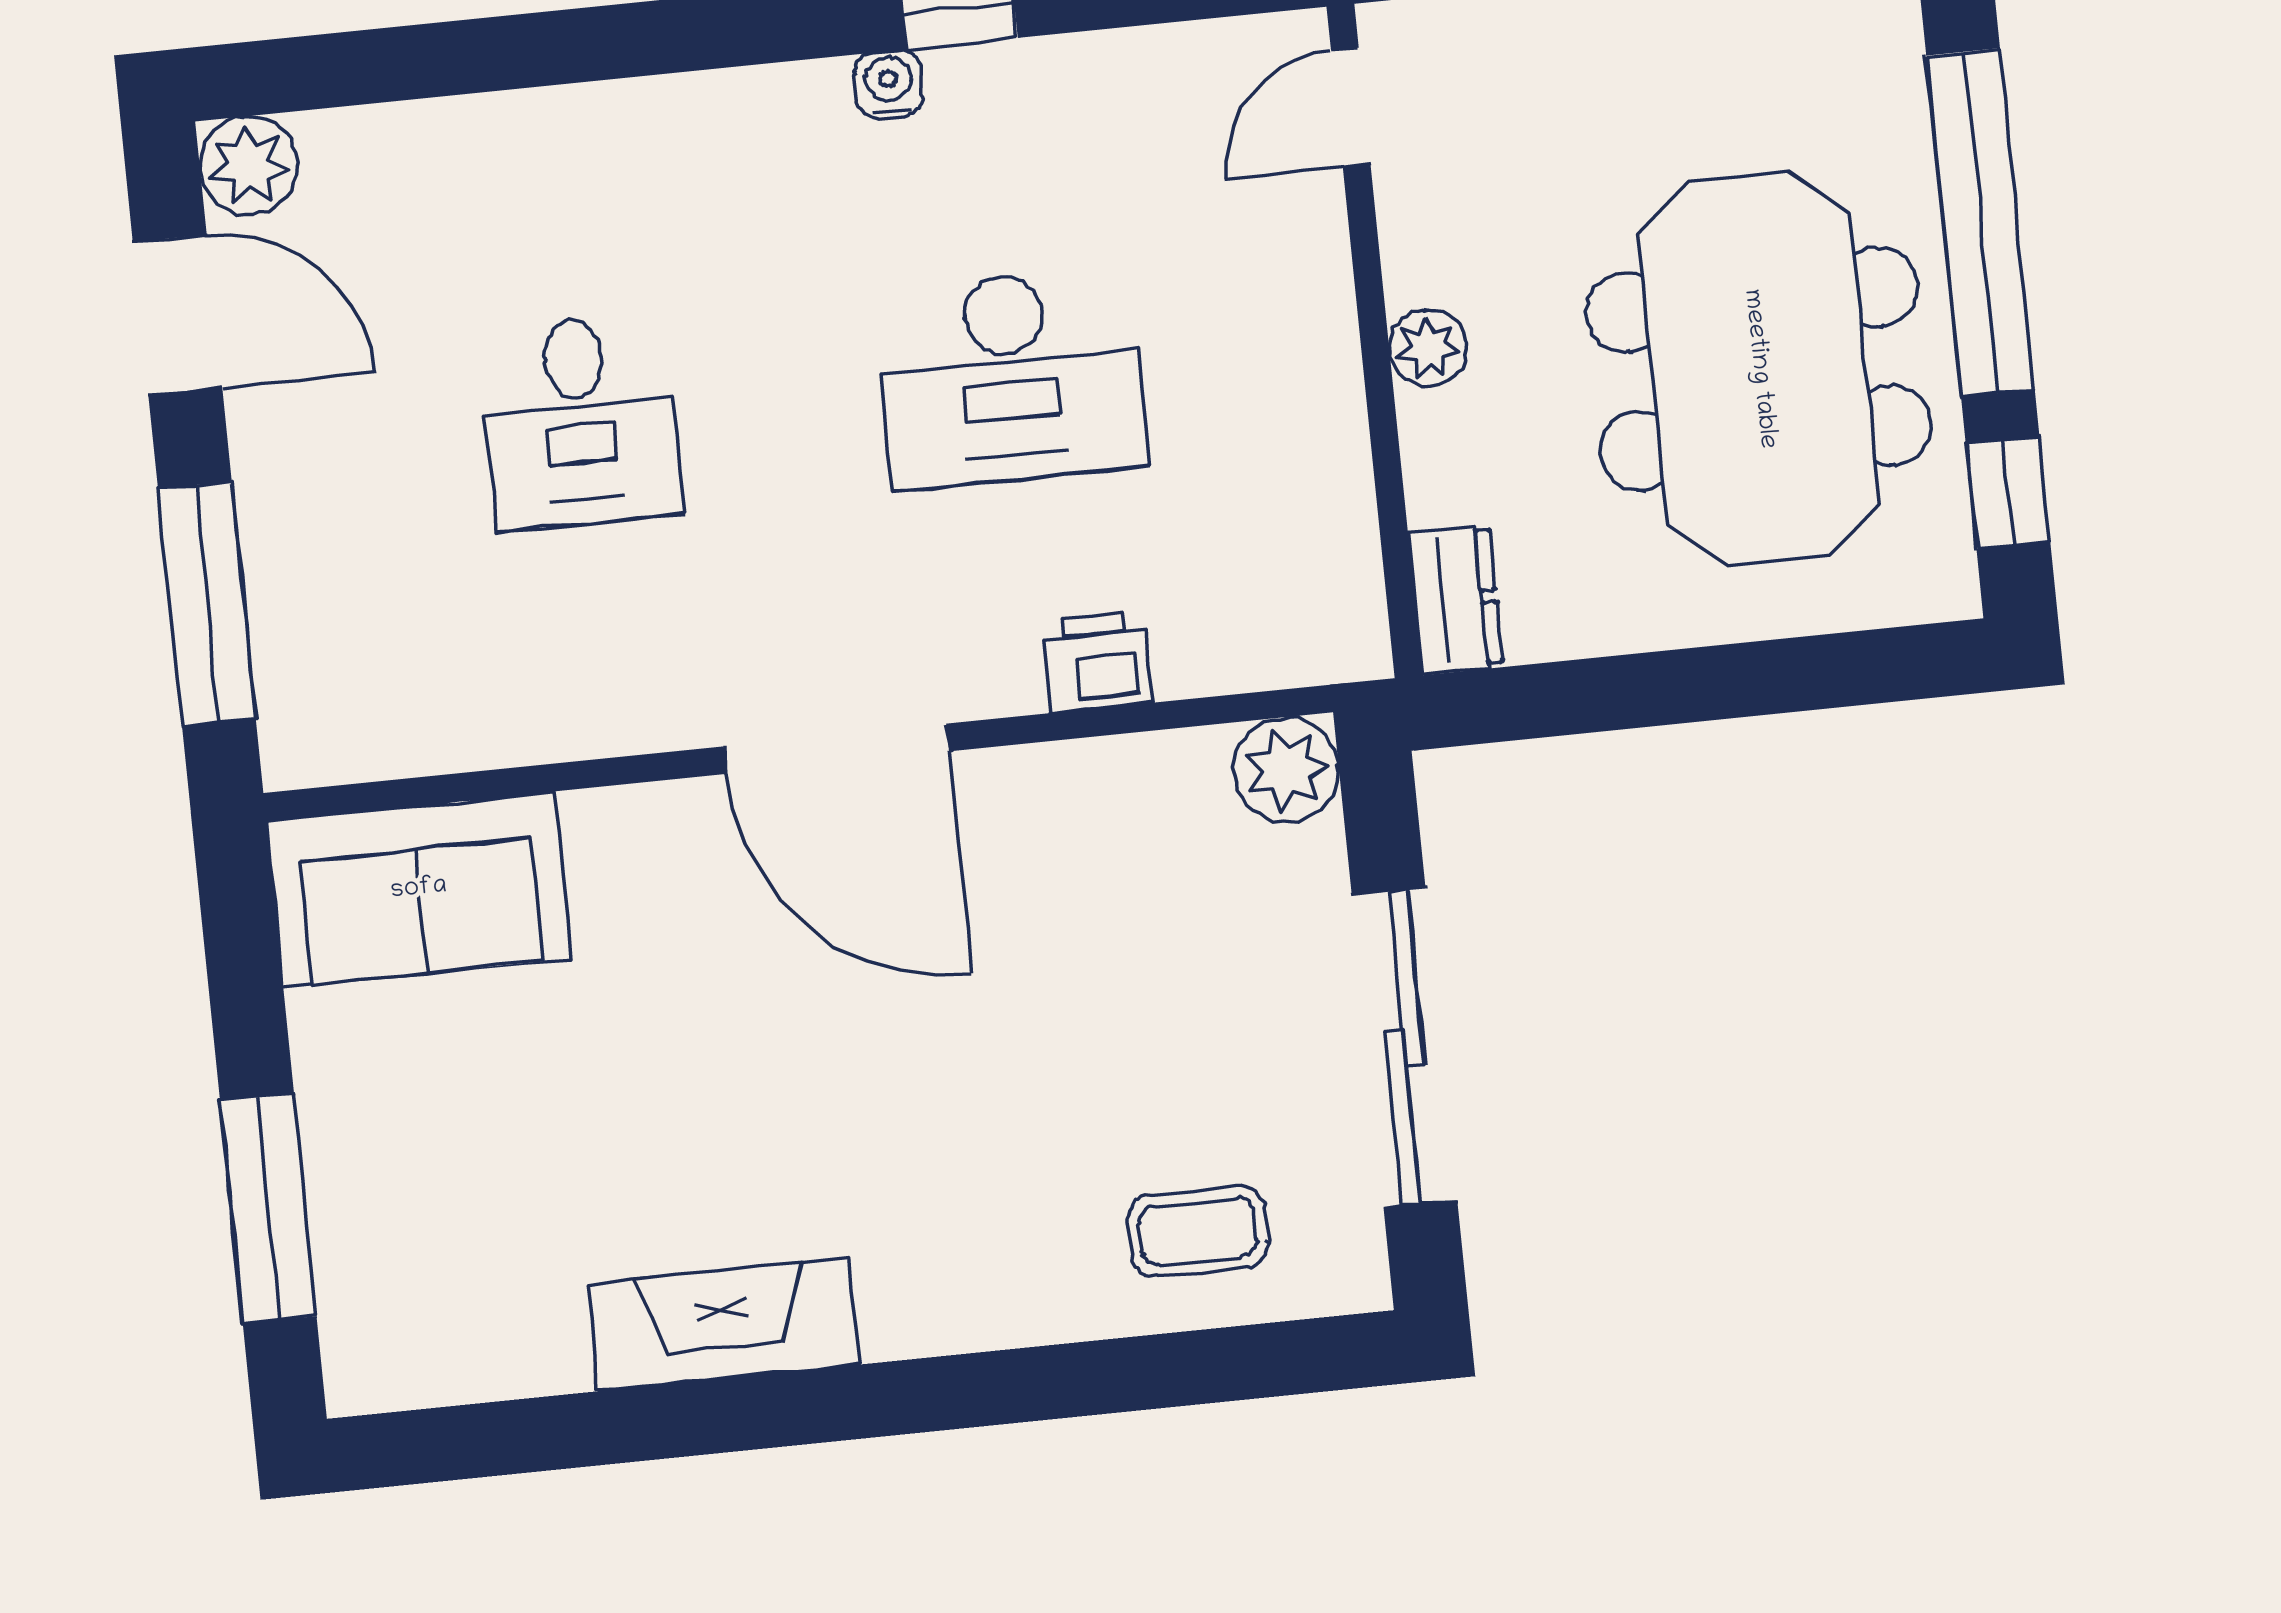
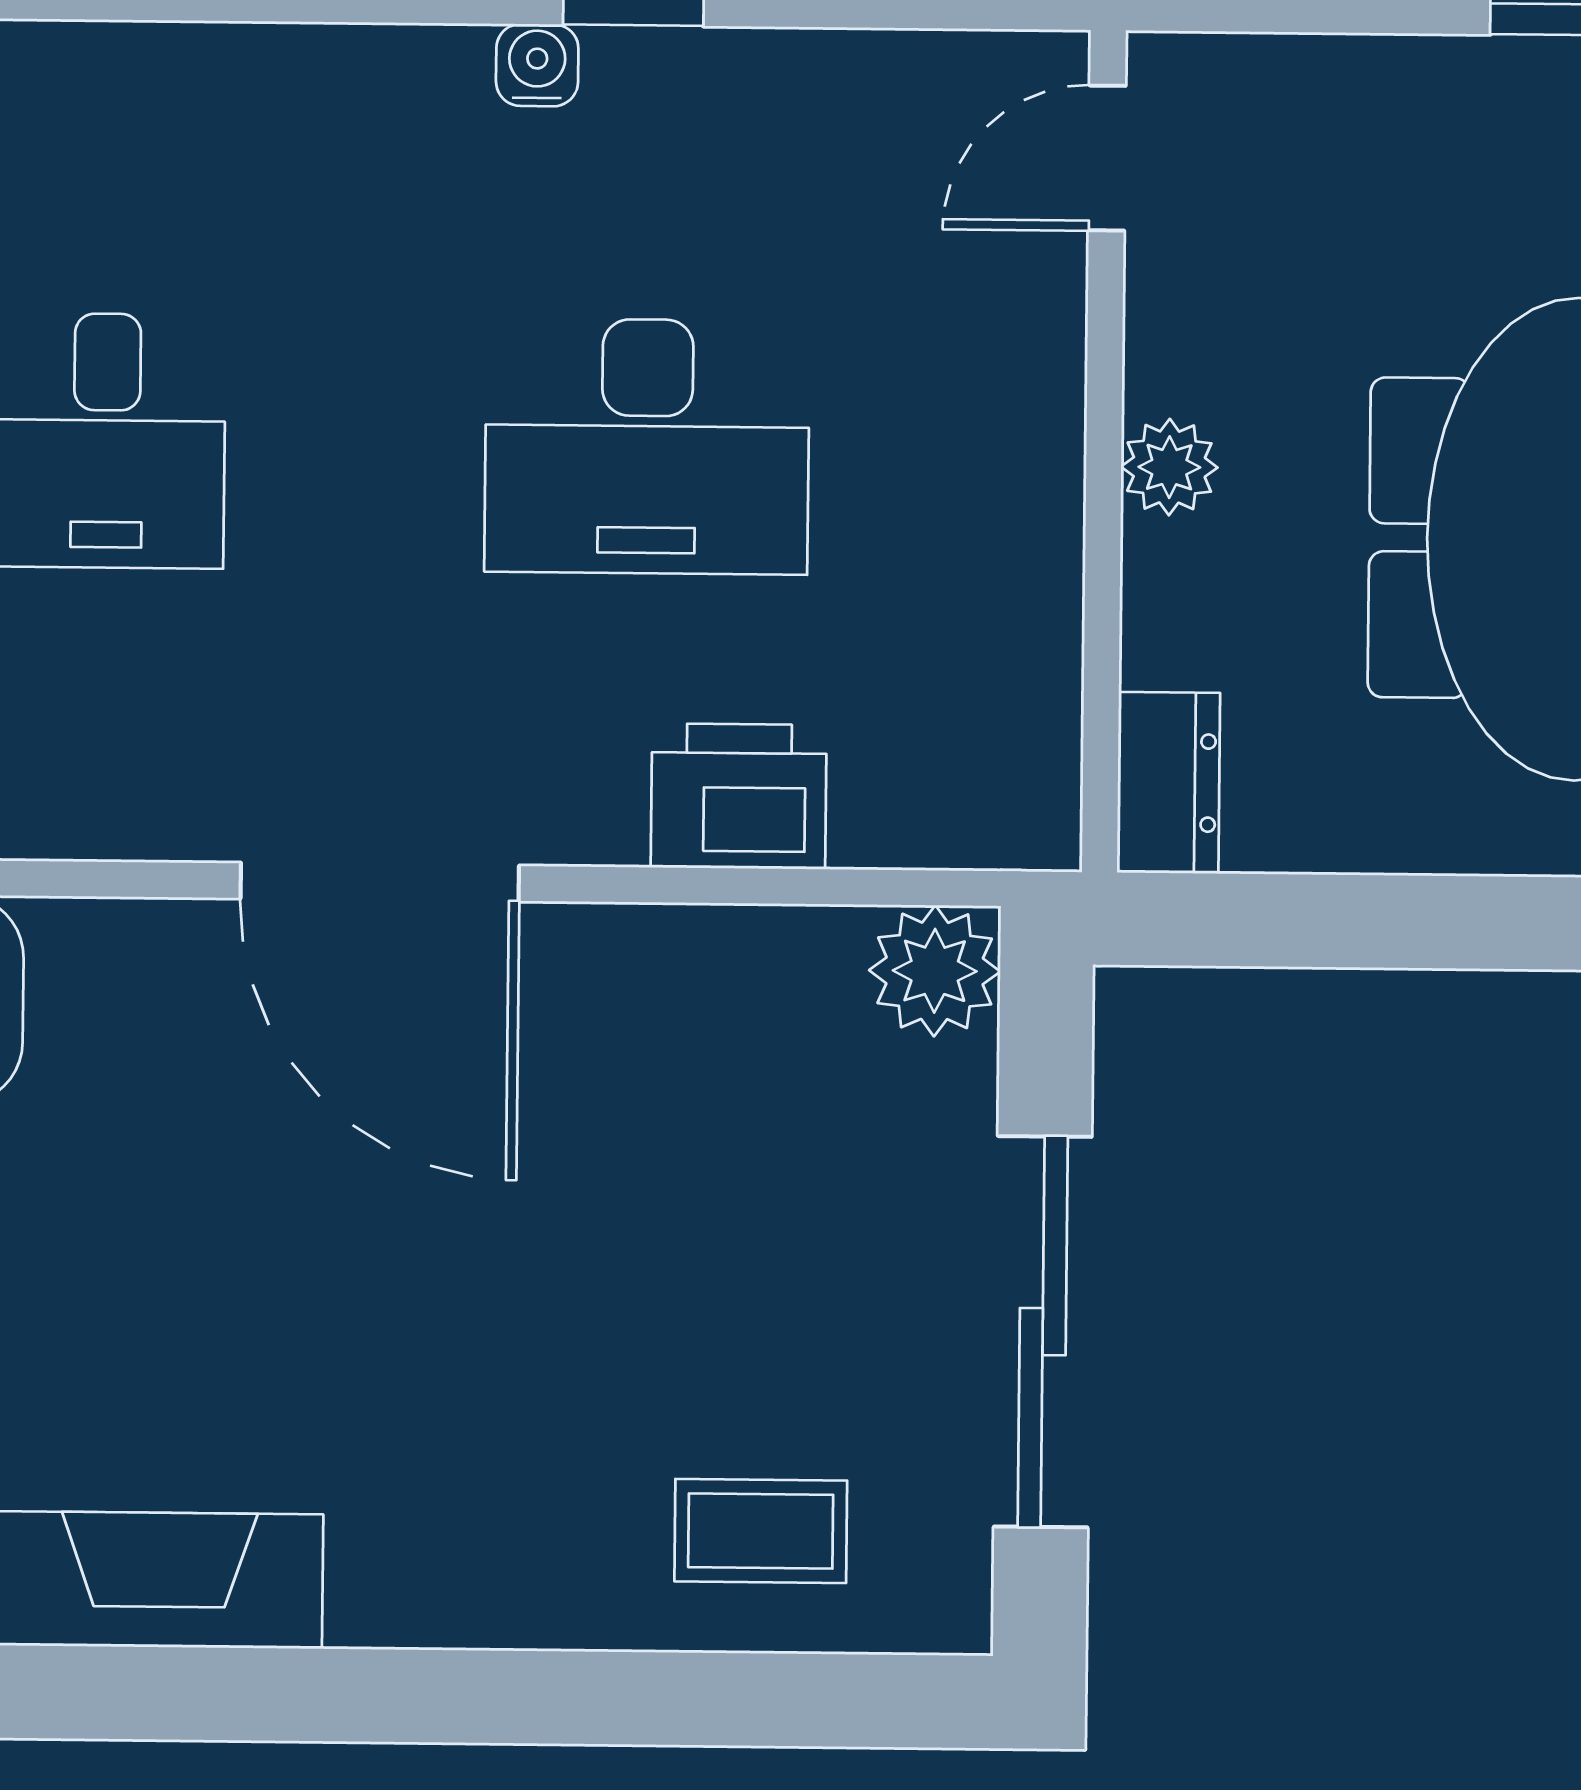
printer: (1097, 662) -> (739, 796), width x1.36, depth x1.24

